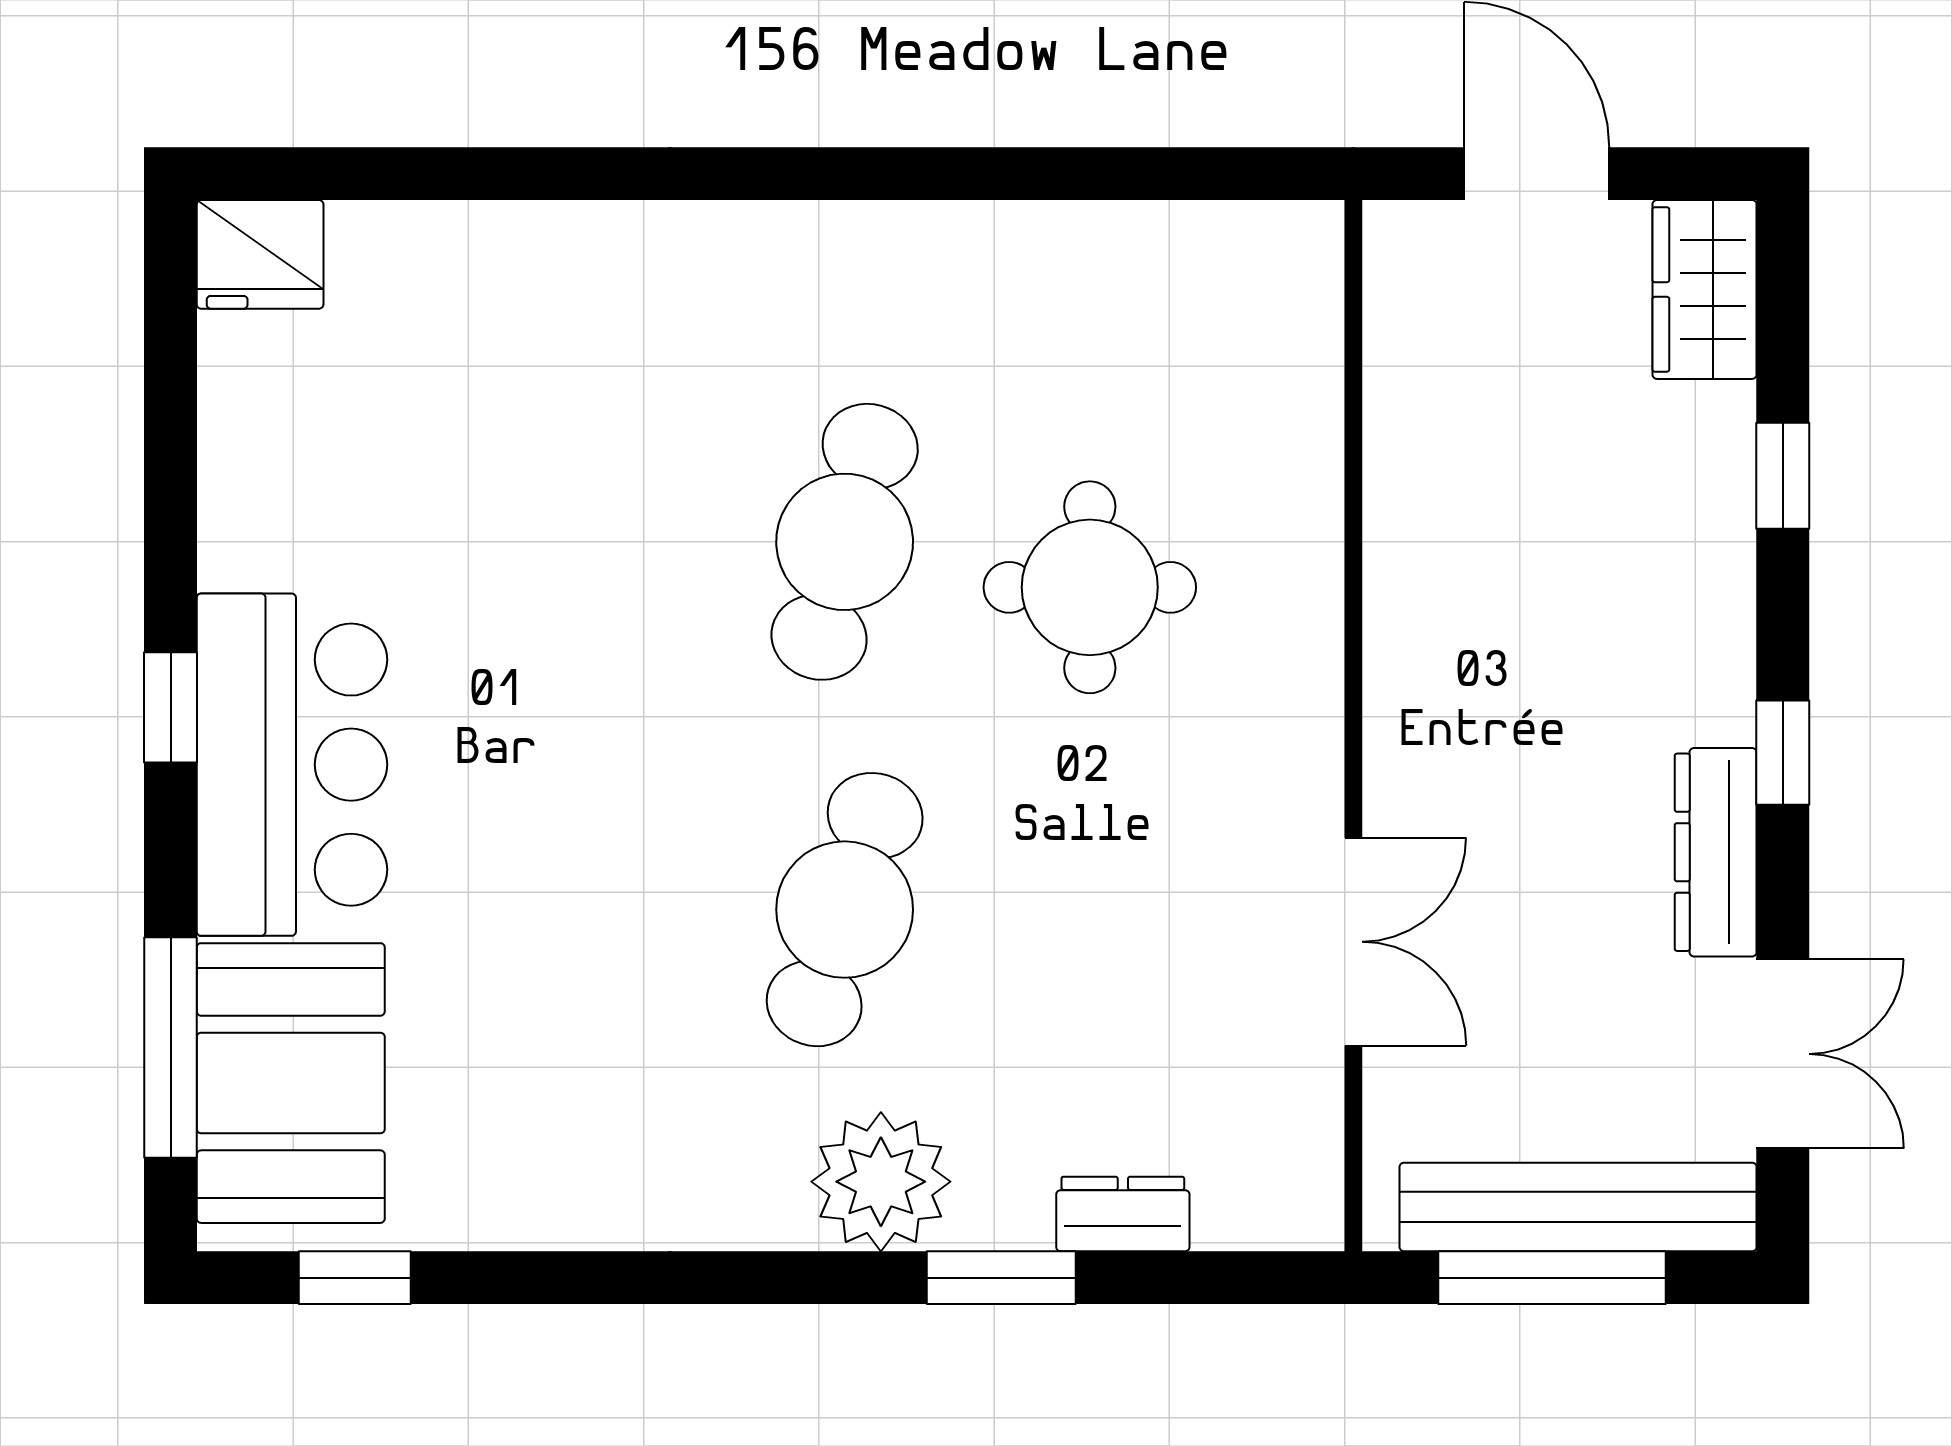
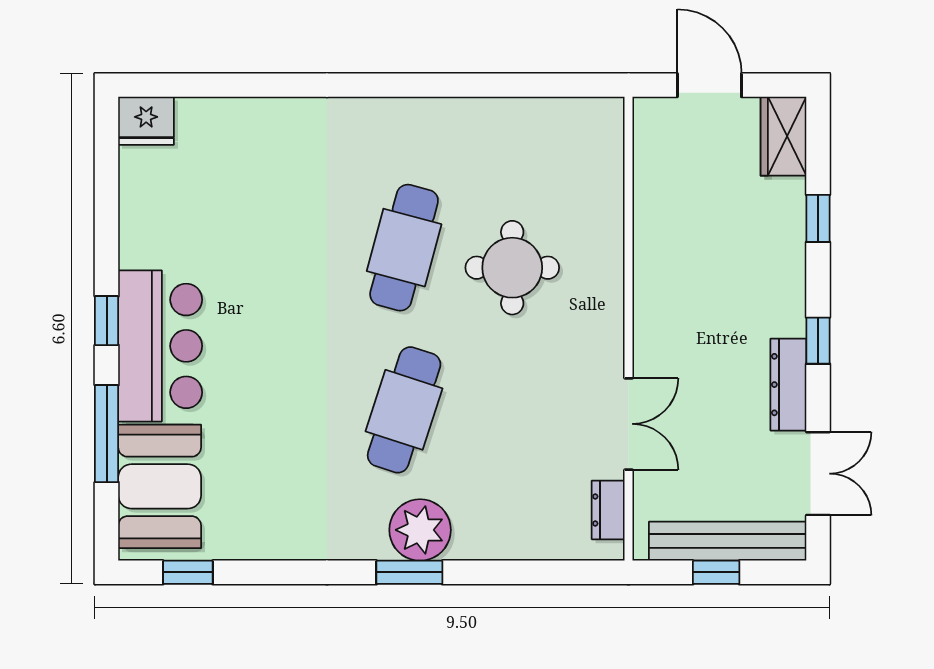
window: (171, 1048) -> (107, 434), moved
dresser: (1123, 1214) -> (608, 510), moved, turned -90
window: (1001, 1278) -> (409, 572), moved
window: (1552, 1278) -> (716, 572), width x0.46

